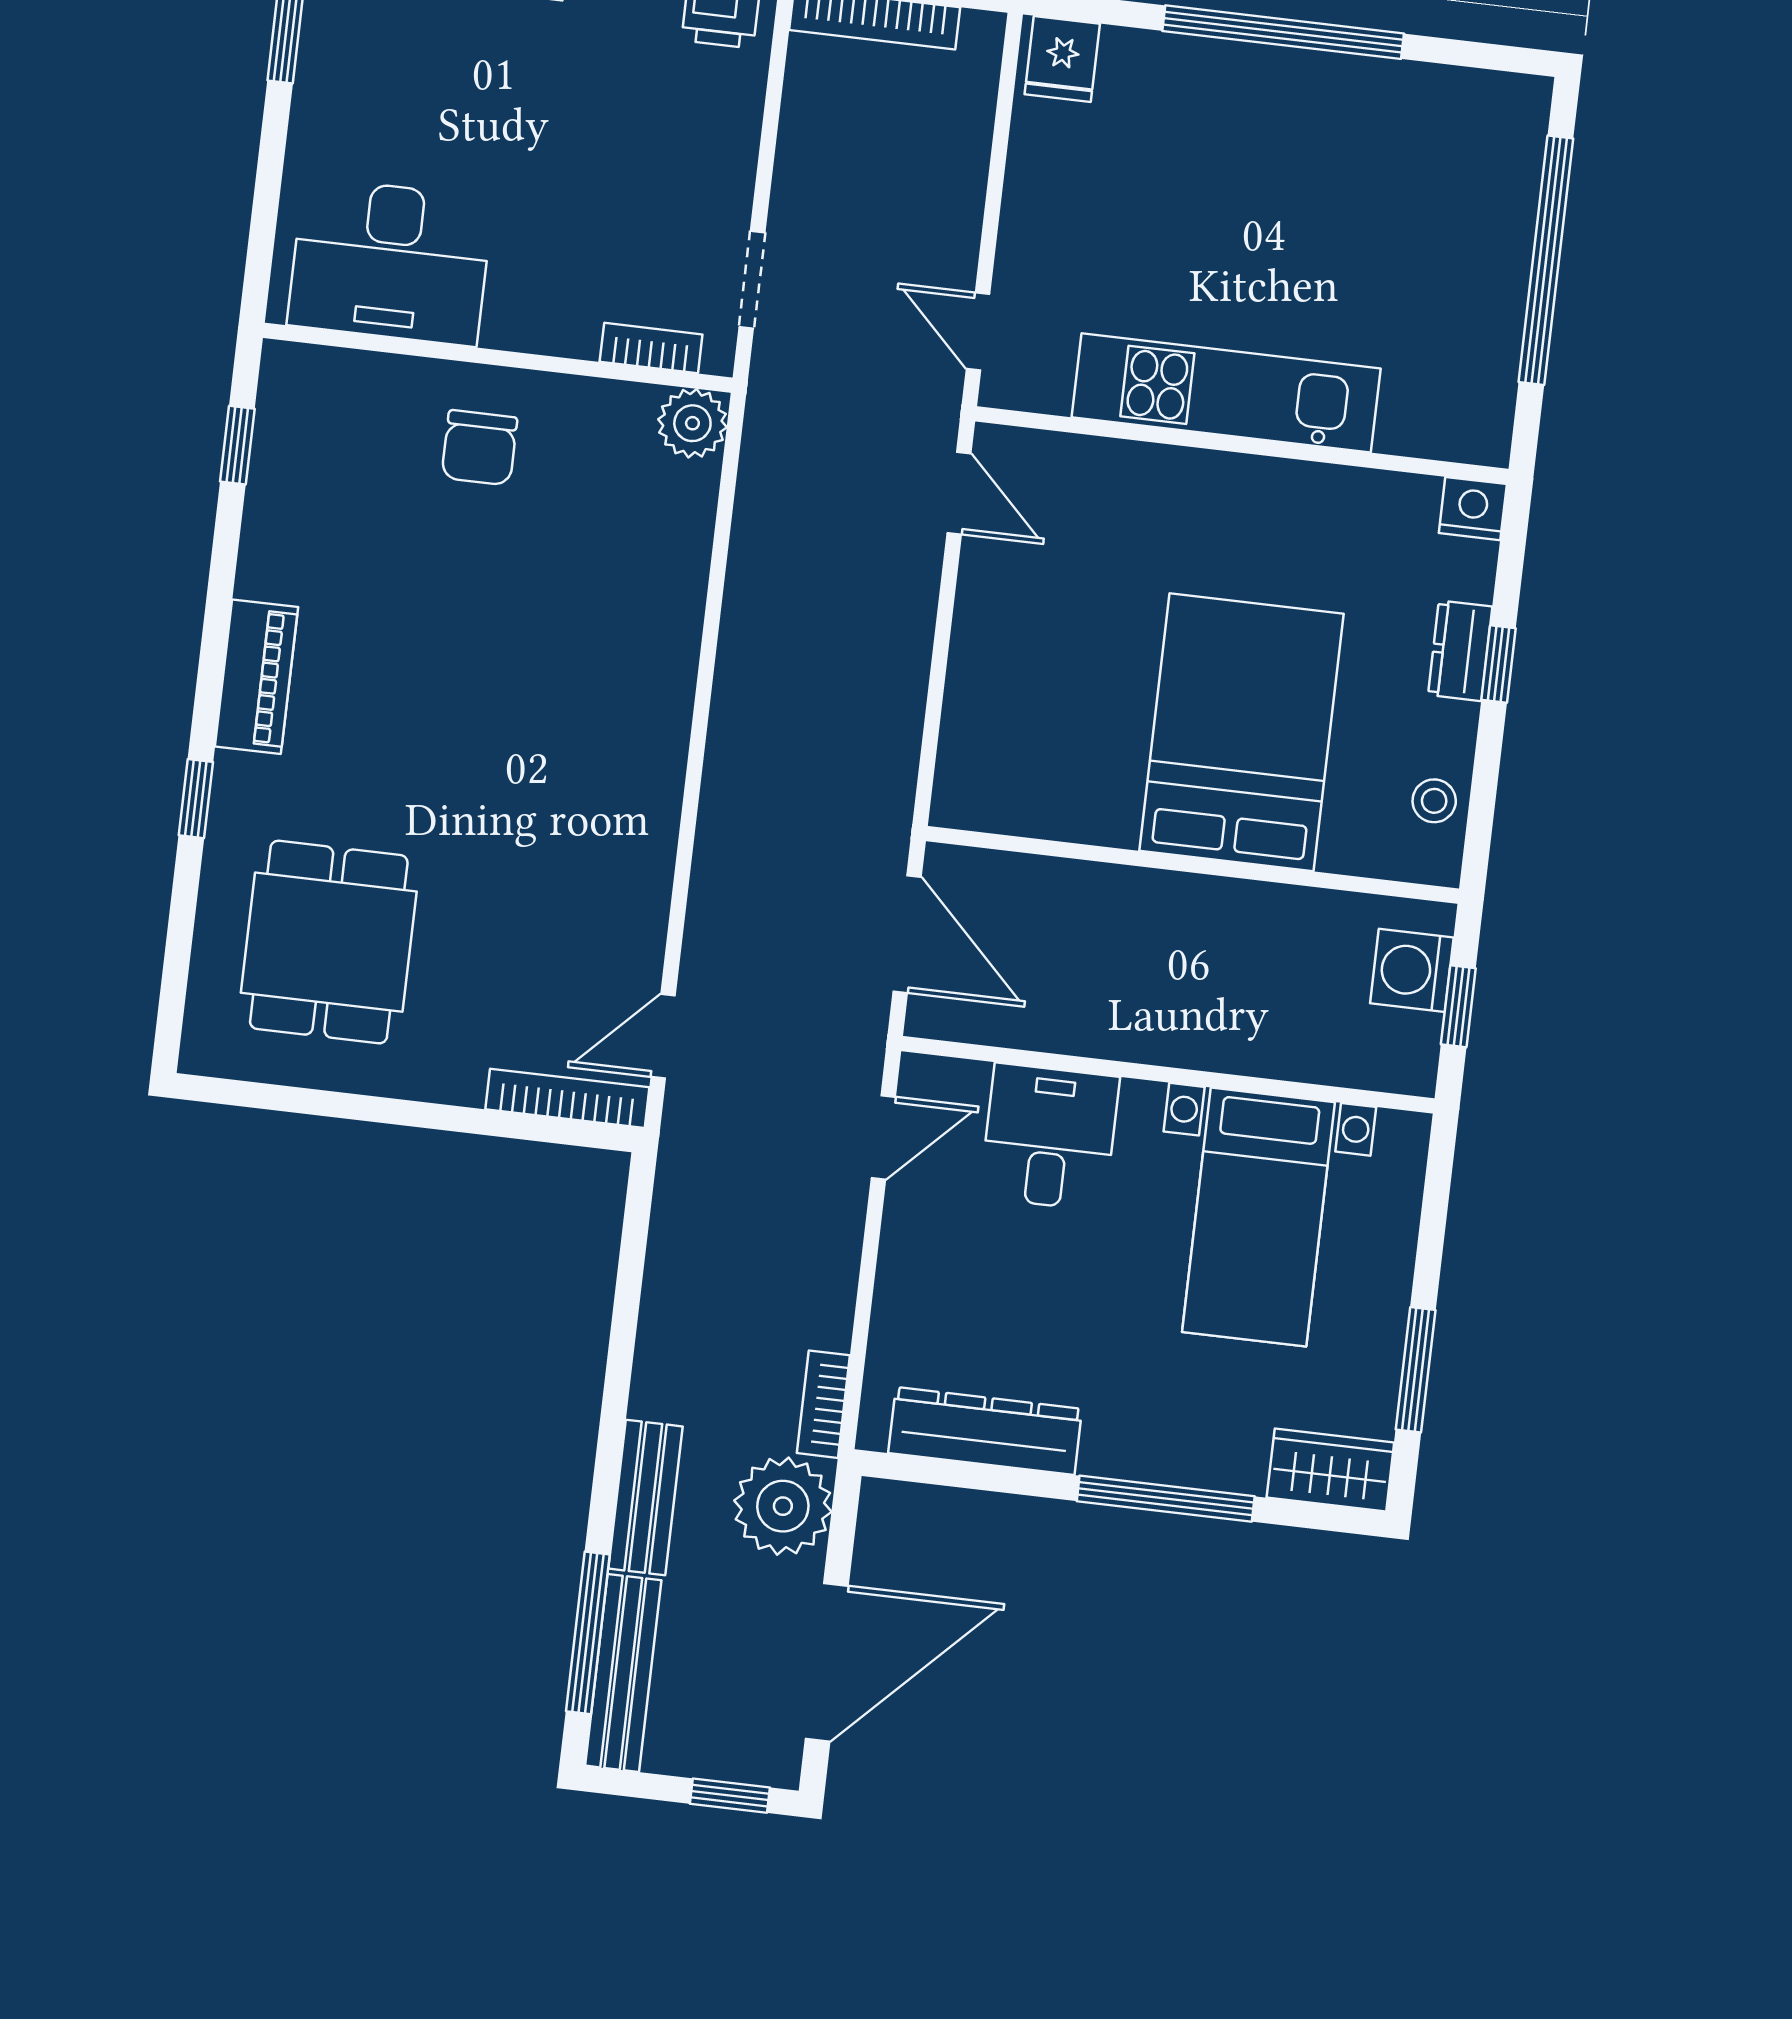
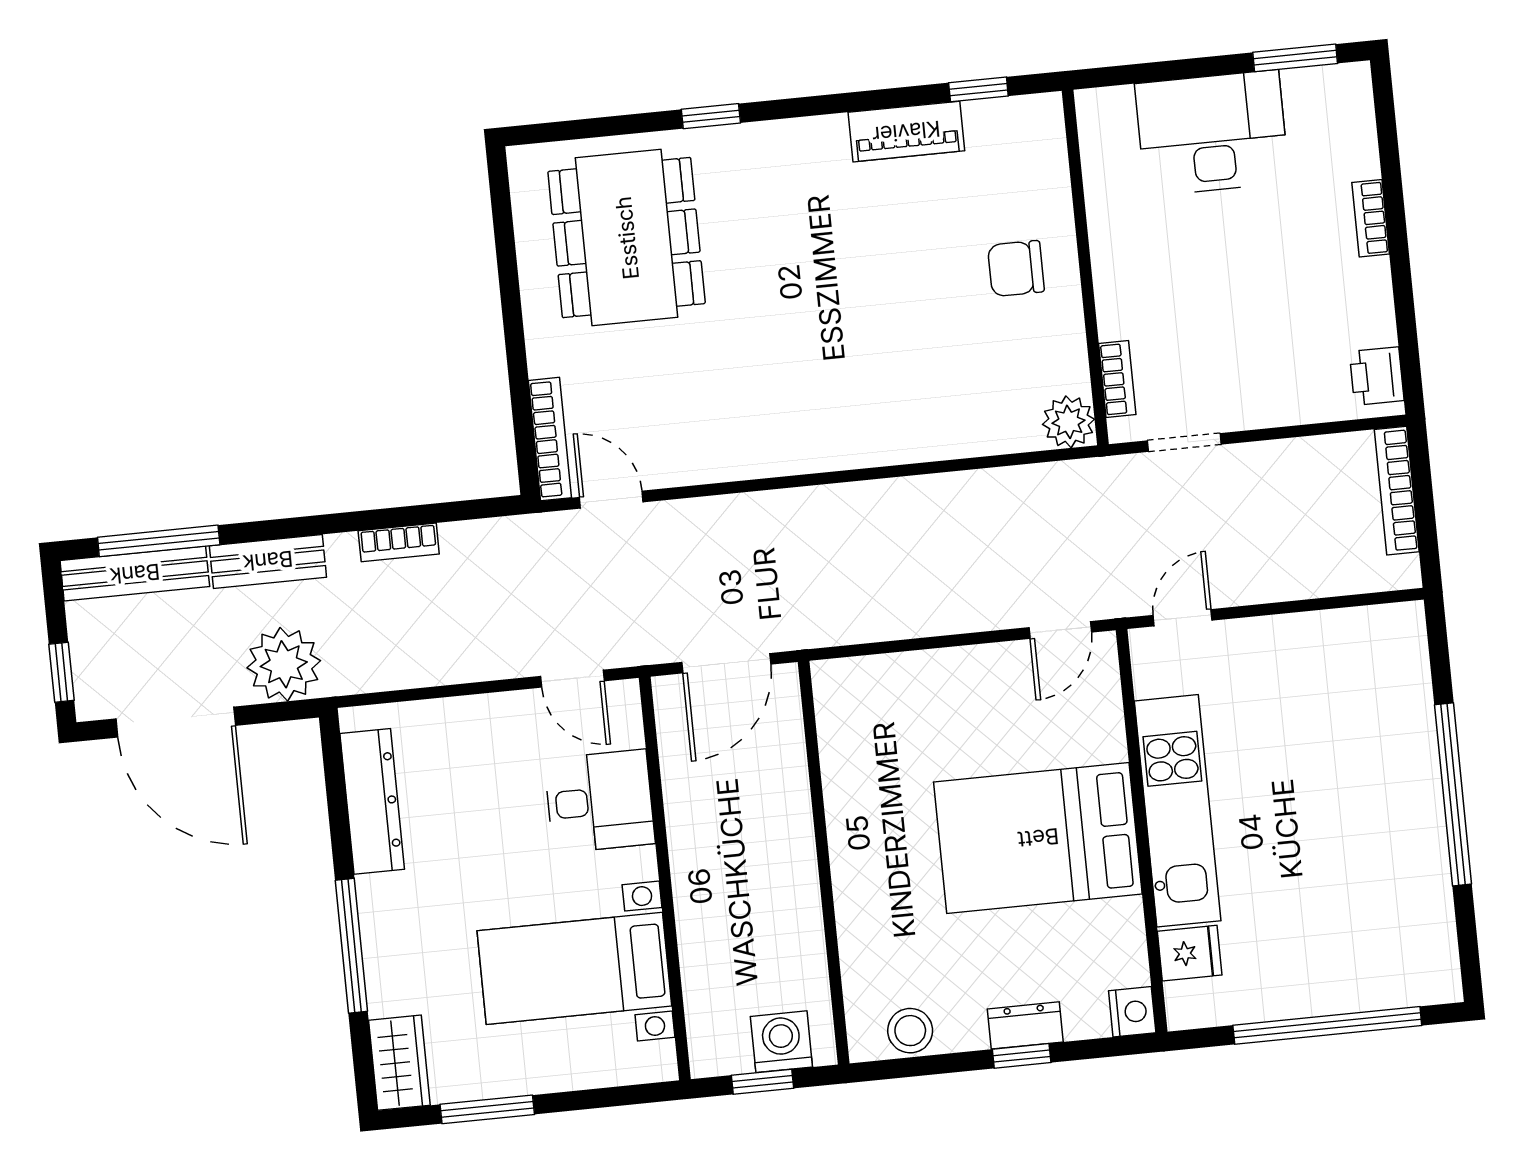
fridge: (1062, 59) -> (1190, 953), moved, turned 180
desk: (390, 262) -> (1212, 133), moved, turned 90
piano: (256, 677) -> (906, 132), moved
bed: (1241, 732) -> (1038, 838), moved, turned 180
stool: (1434, 801) -> (910, 1031), width x1.37, depth x1.37
dining table: (329, 942) -> (627, 238), width x1.38
bookcase: (823, 1404) -> (399, 542), moved, turned 180

